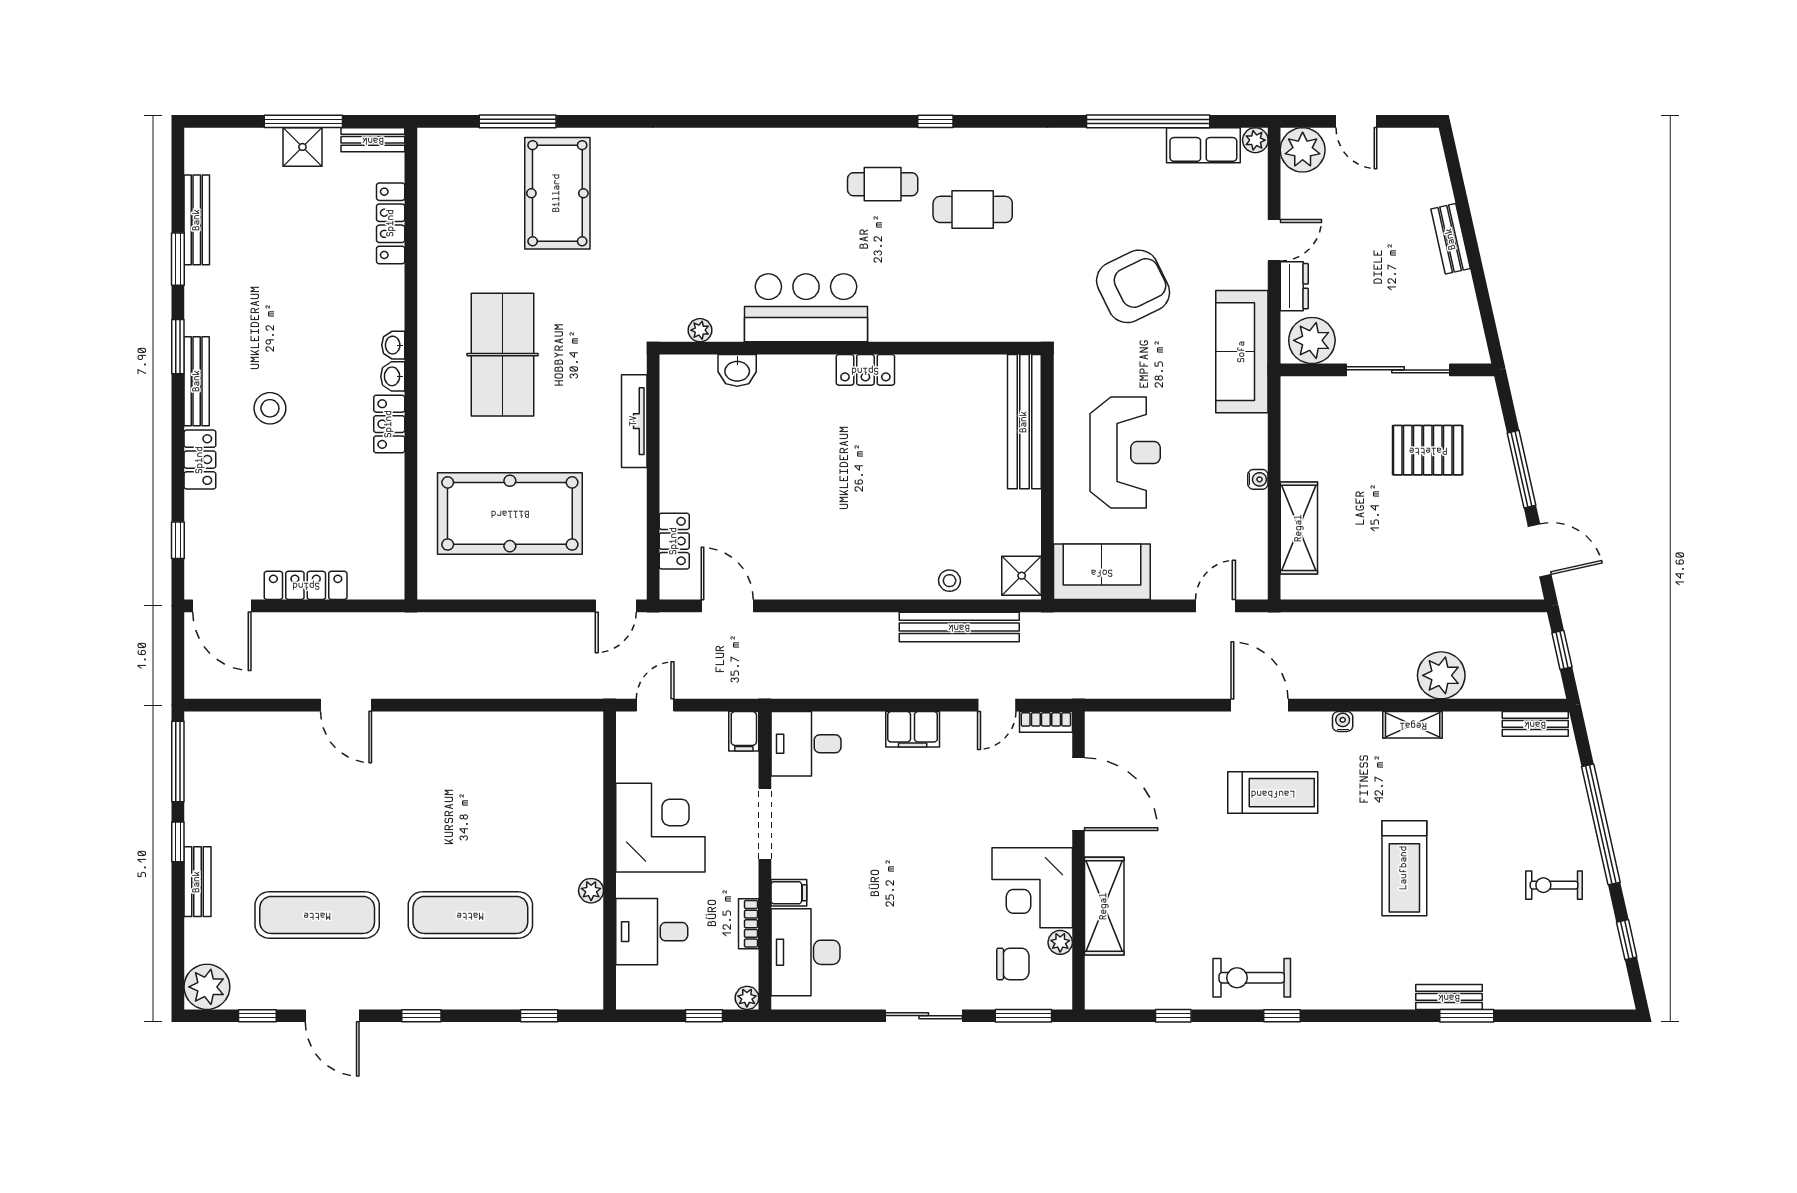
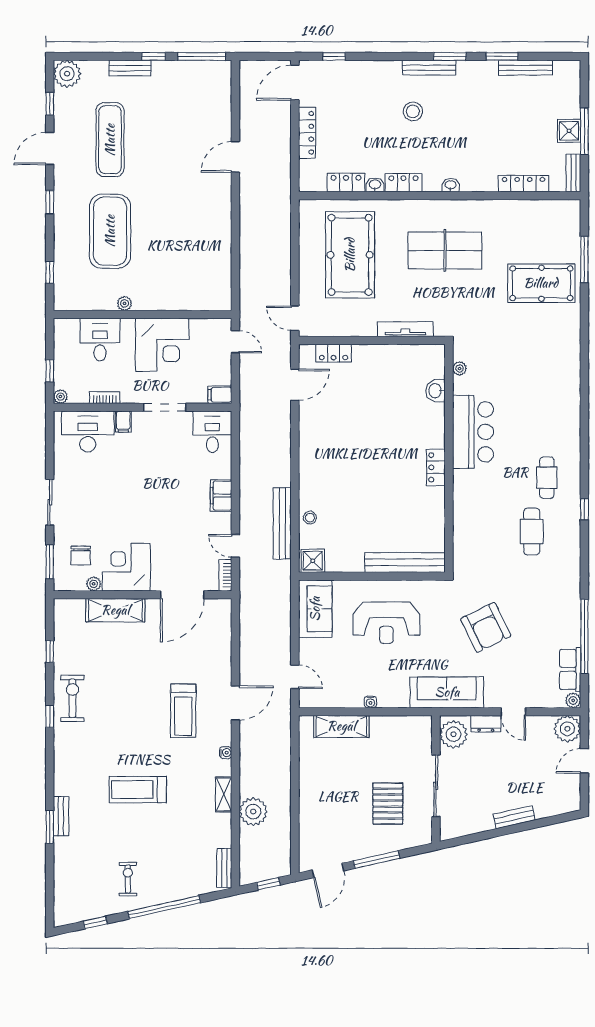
washbasin: (393, 376) -> (375, 185), moved
locker: (200, 460) -> (346, 182), moved, turned 180
exercise mat: (470, 915) -> (110, 231), width x1.47

